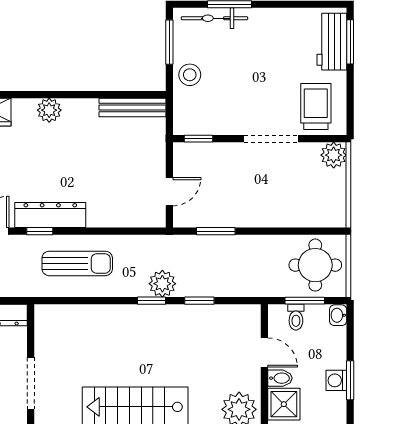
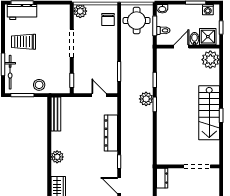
trolley: (316, 106) -> (23, 42), moved
chair: (317, 209) -> (108, 20), added
dresser: (50, 215) -> (111, 133), moved
sun lounger: (77, 263) -> (136, 142), removed
washing machine: (336, 380) -> (208, 10), moved

